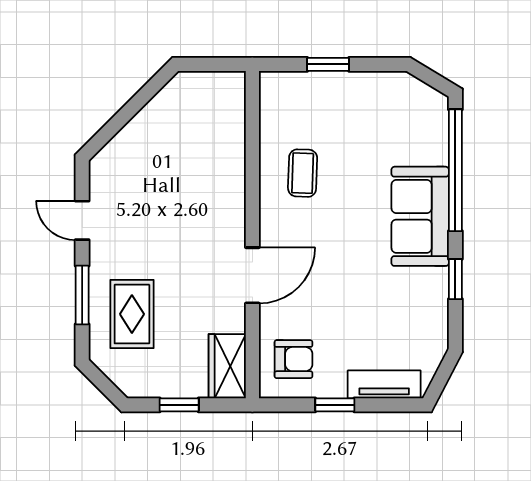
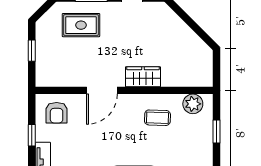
plant: (277, 108) -> (193, 104), added
door: (252, 275) -> (102, 90), hinge flipped
wardrobe: (227, 366) -> (143, 77), moved

